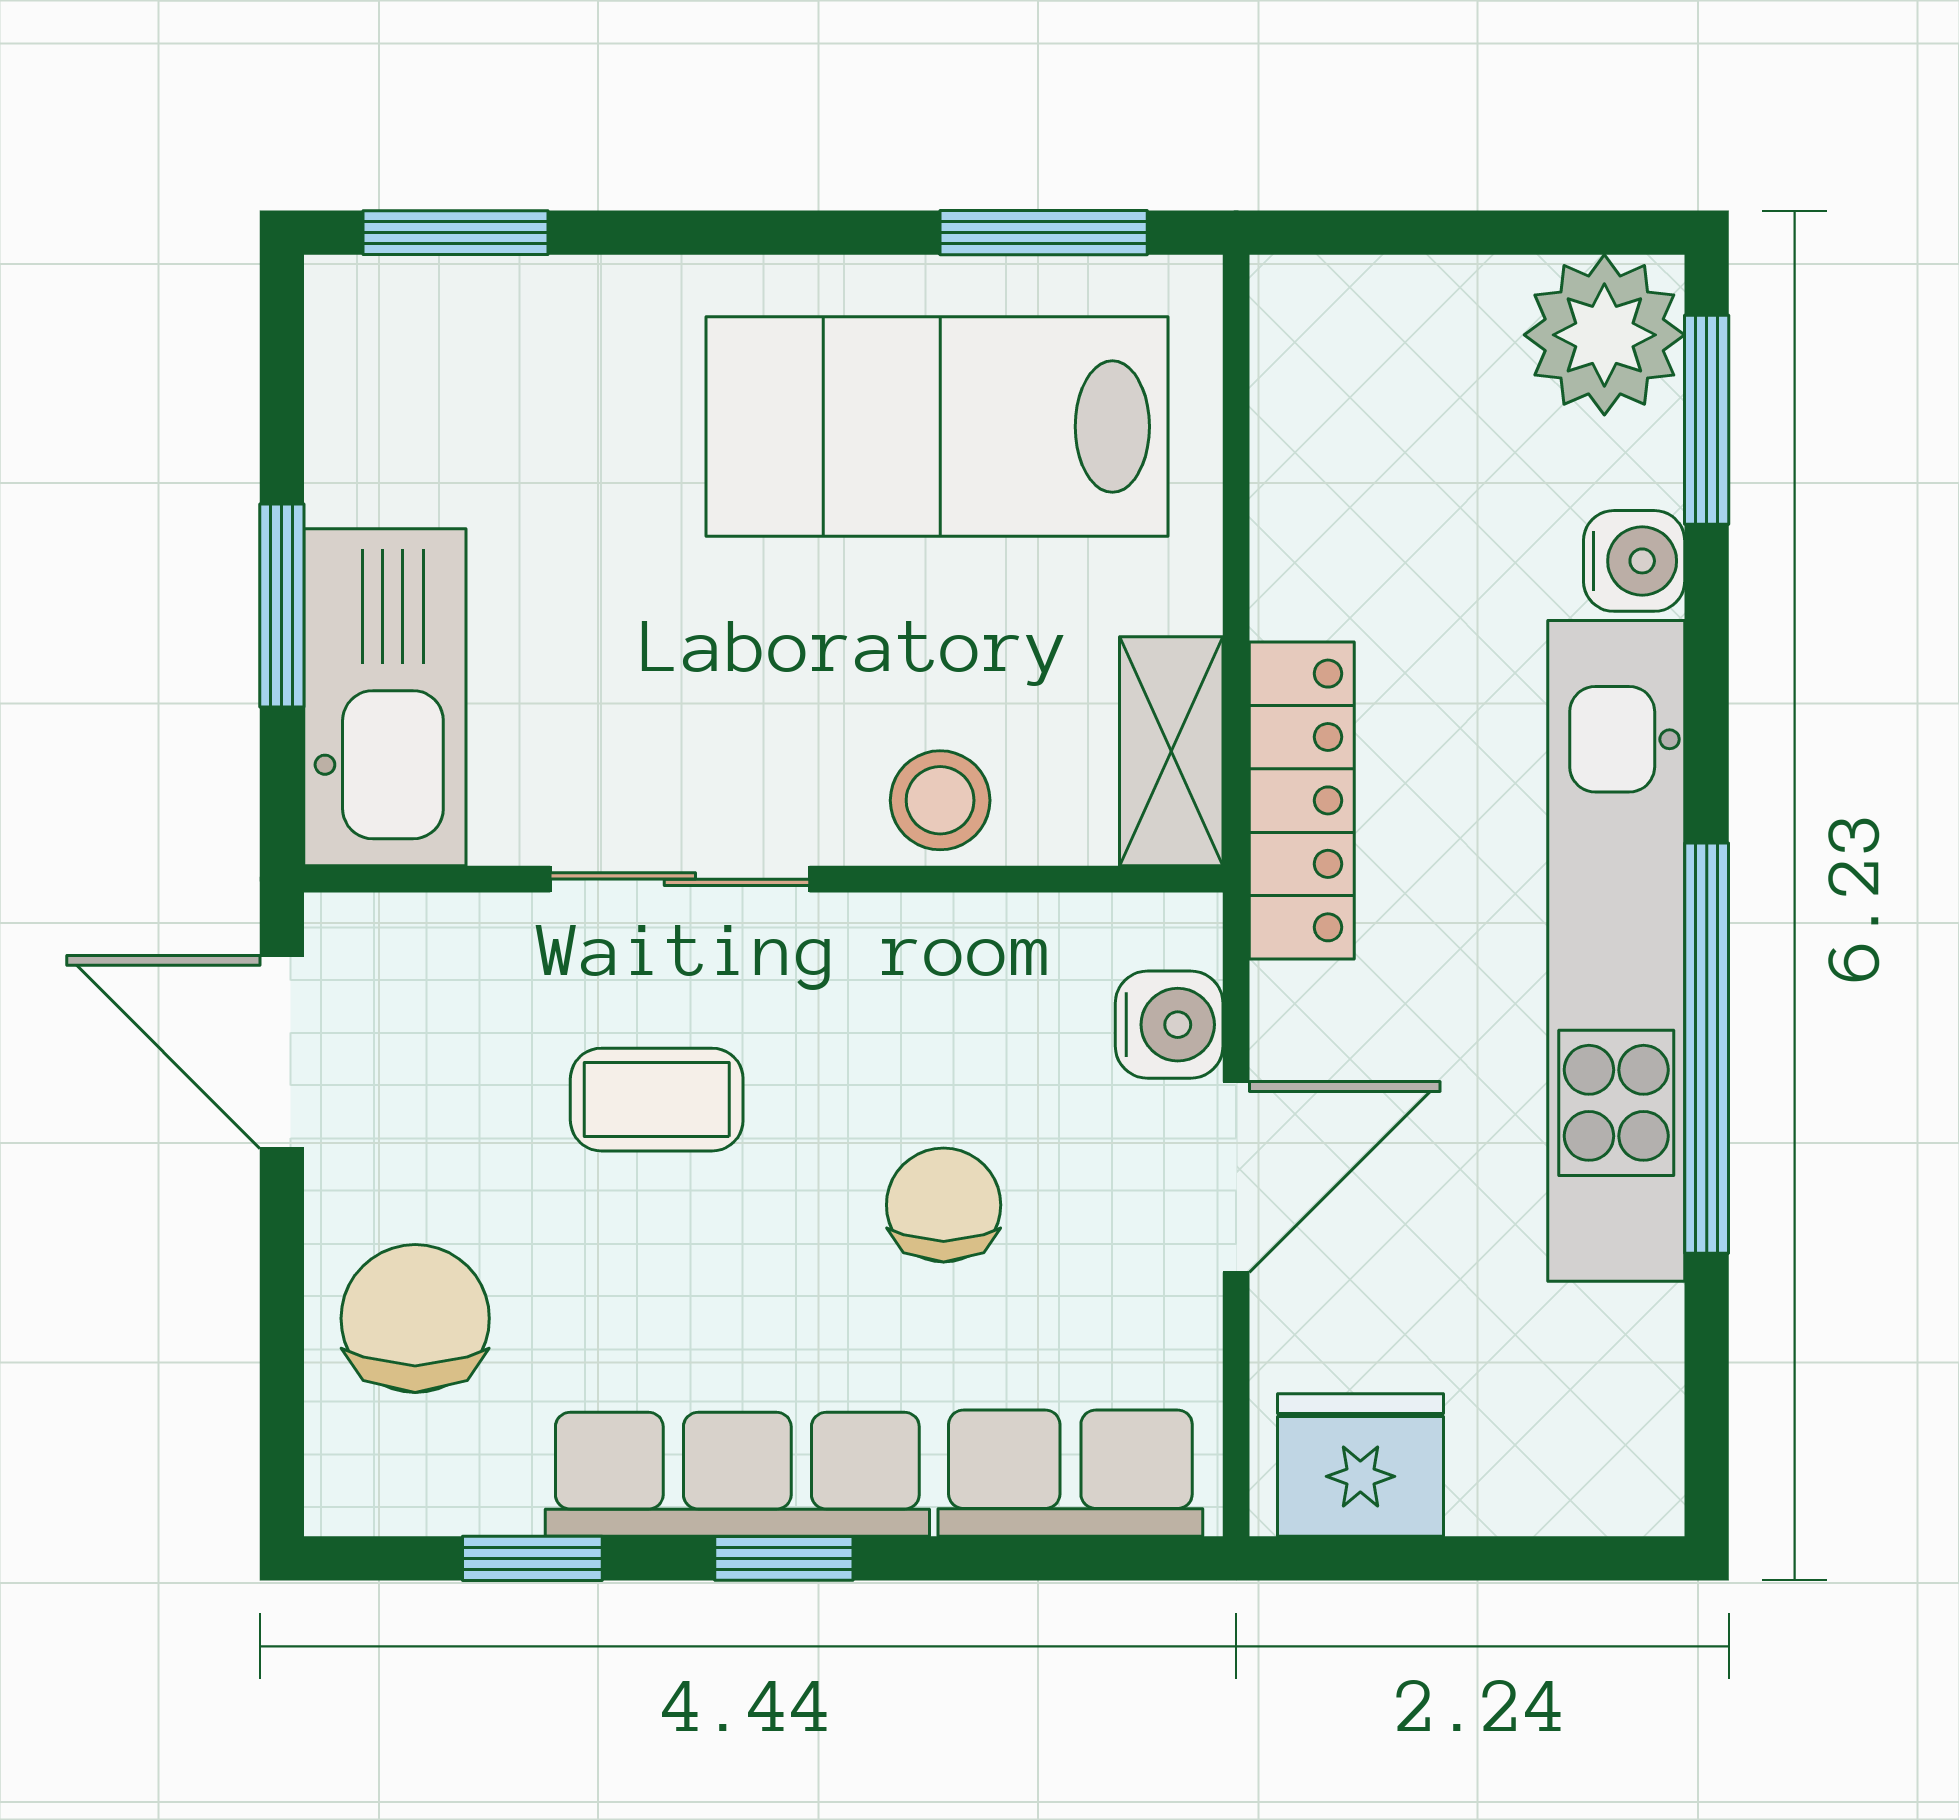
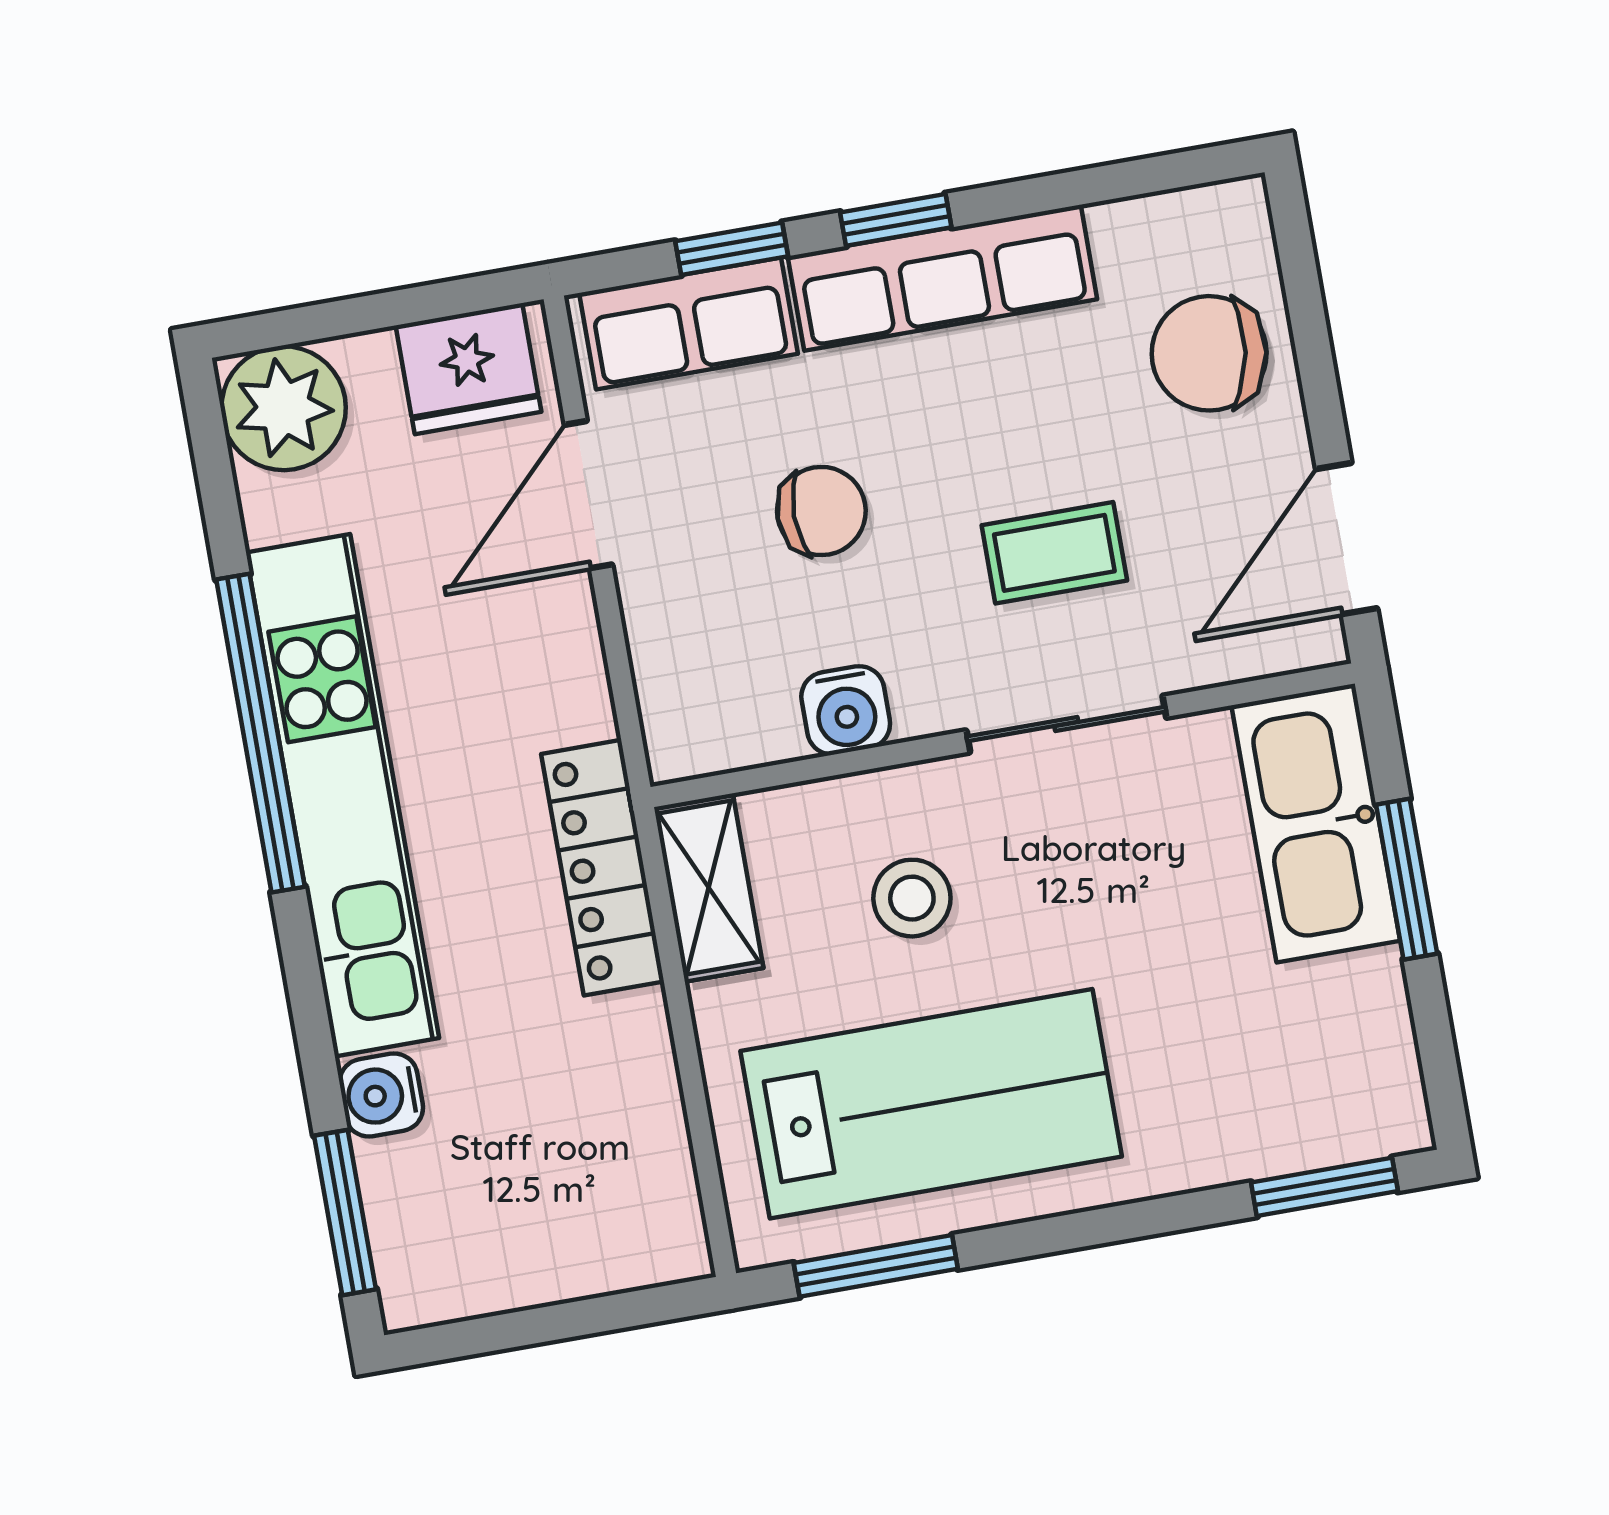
plant: (1604, 335) -> (284, 408), moved
stool: (940, 800) -> (912, 898), moved
water cooler: (1169, 1025) -> (846, 710), moved, turned -90
door: (282, 1052) -> (1347, 539), swing flipped
door: (1236, 1177) -> (588, 495), moved
chair: (944, 1205) -> (821, 511), turned -90
chair: (415, 1318) -> (1209, 353), turned 99
window: (532, 1558) -> (732, 249), moved

